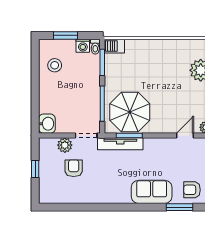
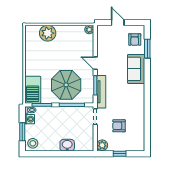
barbecue: (114, 46) -> (33, 90), width x1.88, depth x1.53
stool: (55, 65) -> (33, 143), moved
parasol: (130, 112) -> (66, 85), moved
washbasin: (47, 124) -> (67, 145), moved
door: (185, 136) -> (95, 63), moved
plant: (65, 145) -> (102, 145), moved

